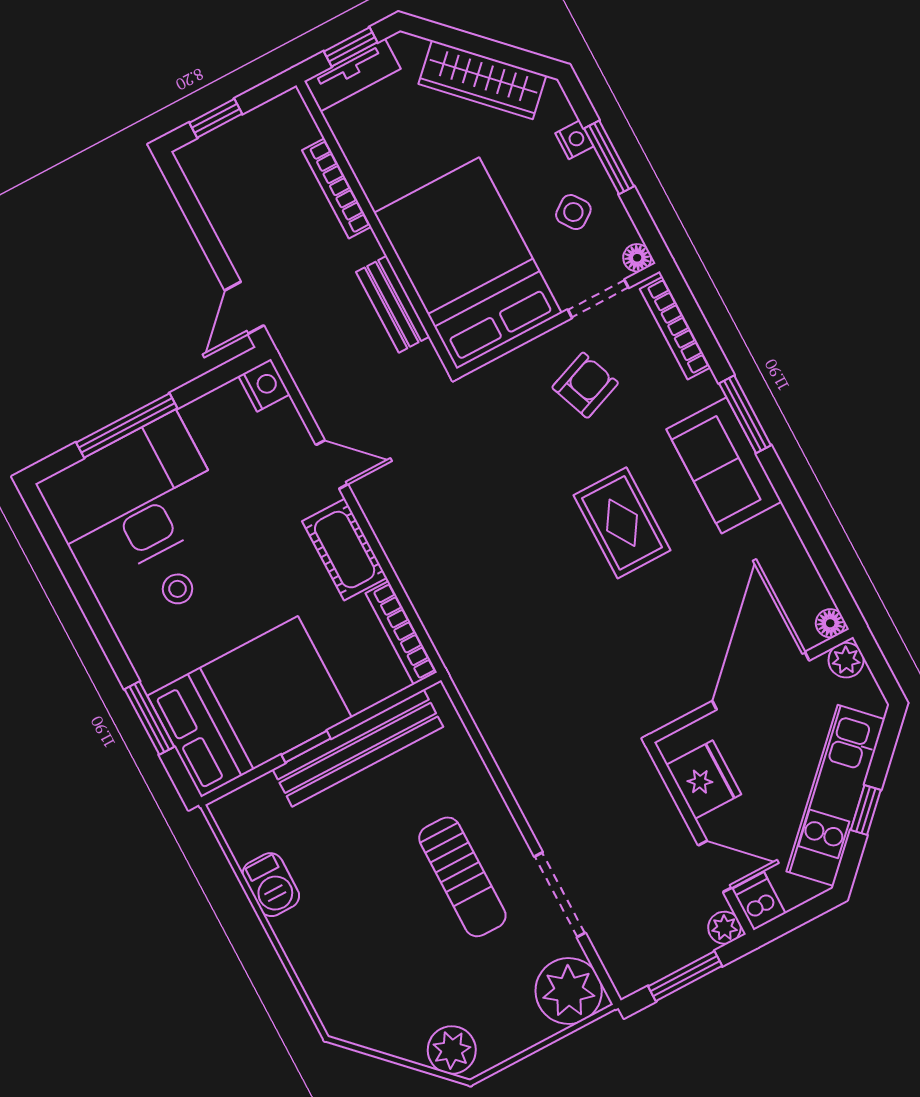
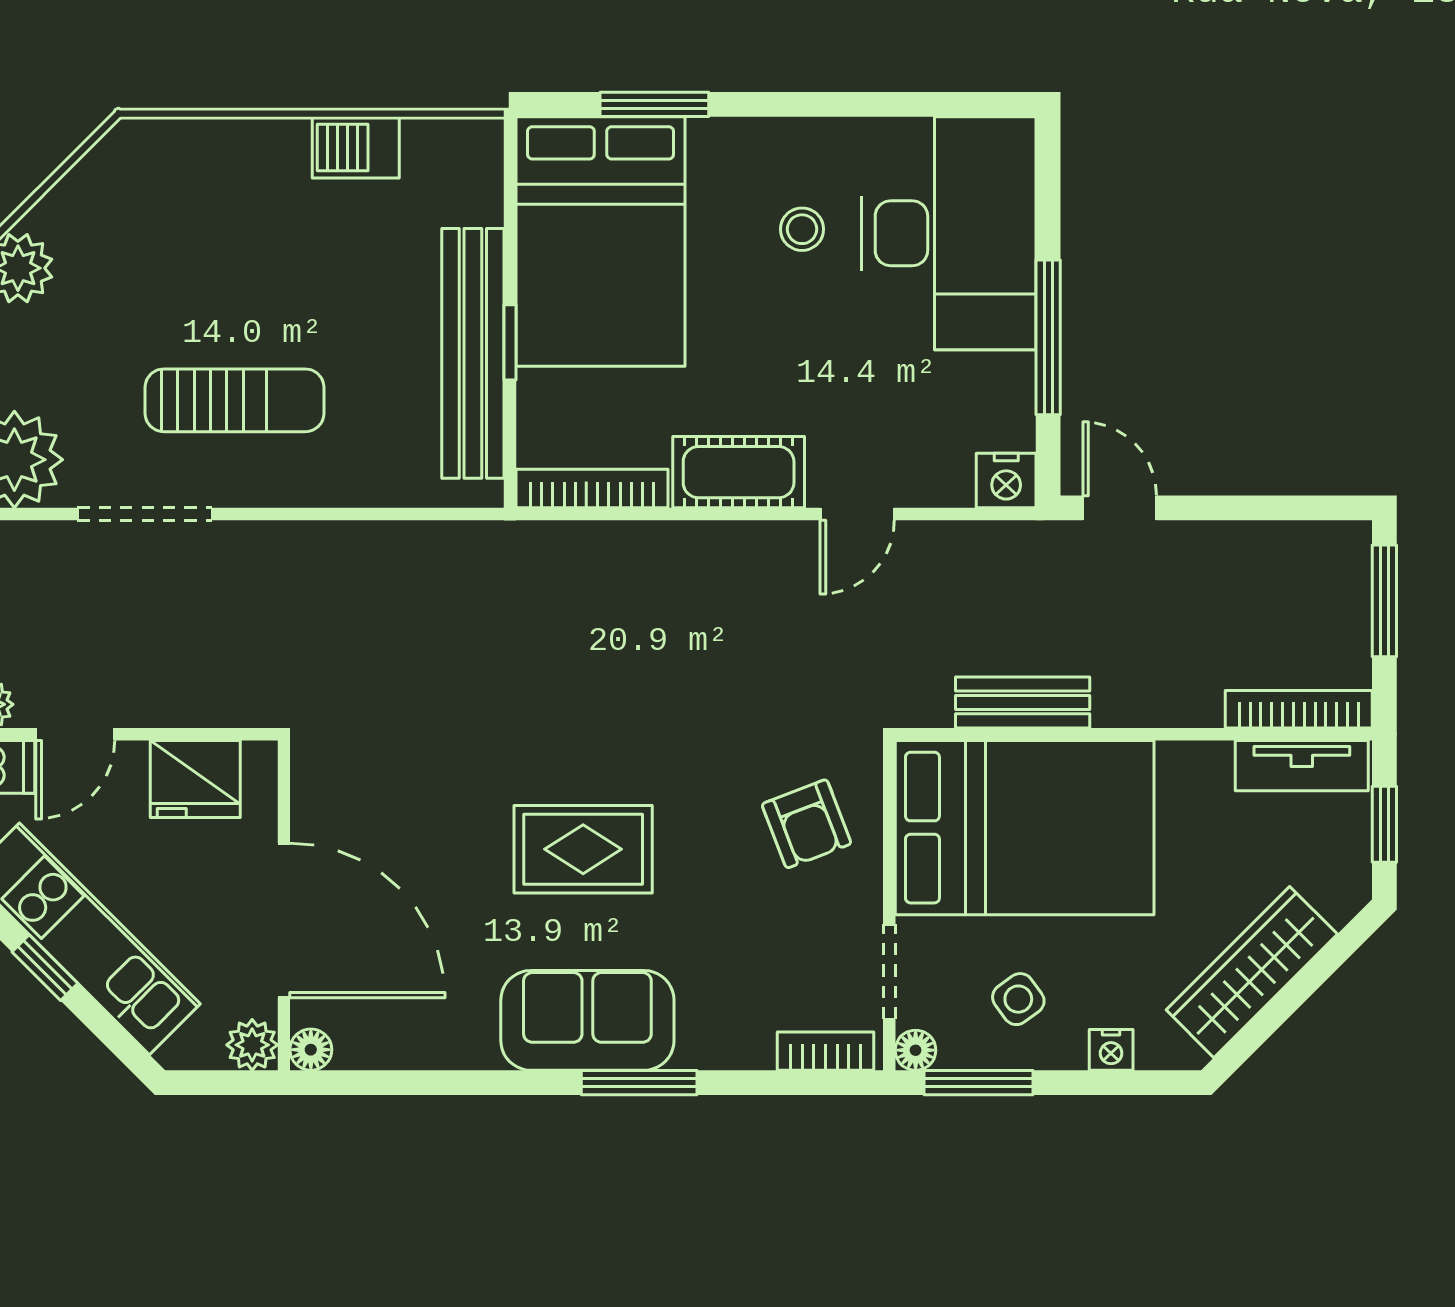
tv unit: (353, 75) -> (1302, 766), moved, turned -90
window: (216, 118) -> (1384, 601), width x1.50
window: (609, 157) -> (978, 1083), moved
bookcase: (337, 188) -> (1299, 709), moved
bookcase: (675, 328) -> (826, 1051), width x0.64
armchair: (585, 385) -> (807, 824), moved
window: (127, 425) -> (1048, 337), moved
window: (306, 747) -> (510, 342), moved
sun lounger: (462, 877) -> (235, 400), turned 180

